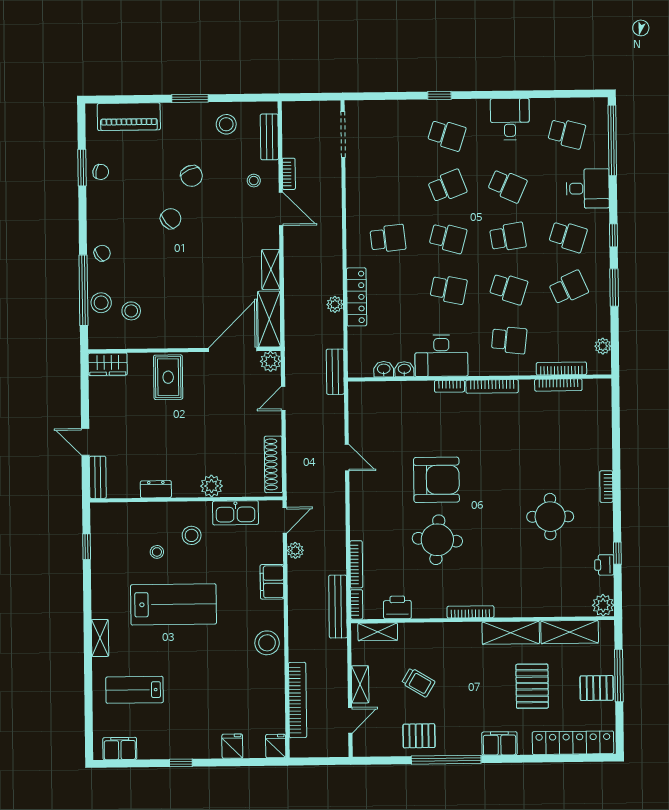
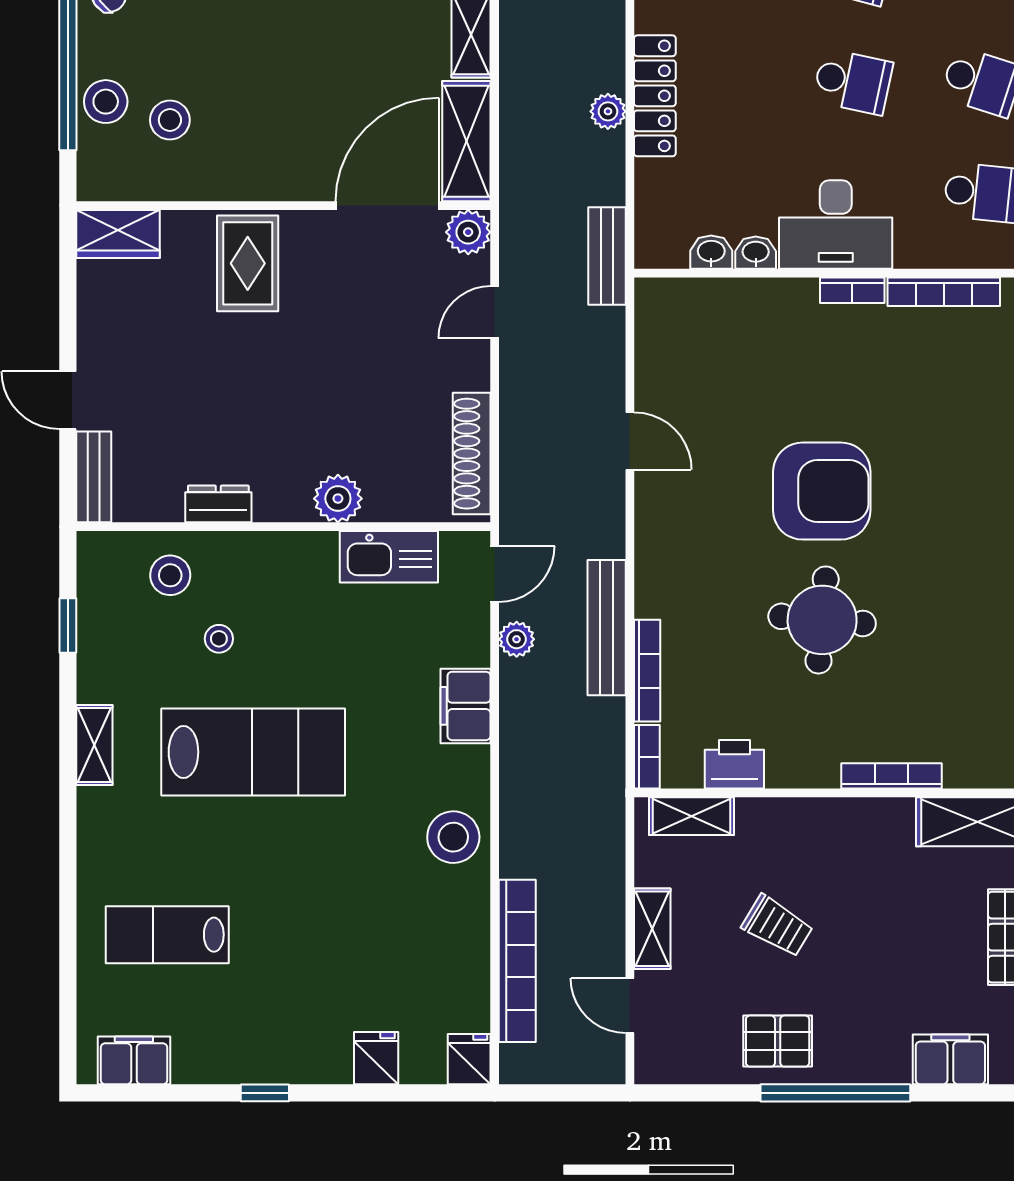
stool: (192, 535) -> (170, 575), moved
bench: (338, 607) -> (607, 628), moved
shelving: (100, 638) -> (94, 745), moved
door: (350, 720) -> (630, 1006), swing flipped

